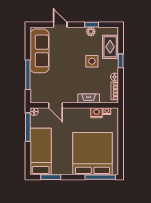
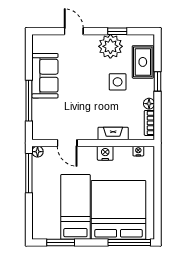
plant: (91, 32) -> (110, 46), width x1.88, depth x1.88
sofa: (39, 51) -> (45, 76), width x0.73
nightstand: (97, 113) -> (105, 153), moved
bed: (41, 151) -> (75, 207), moved

